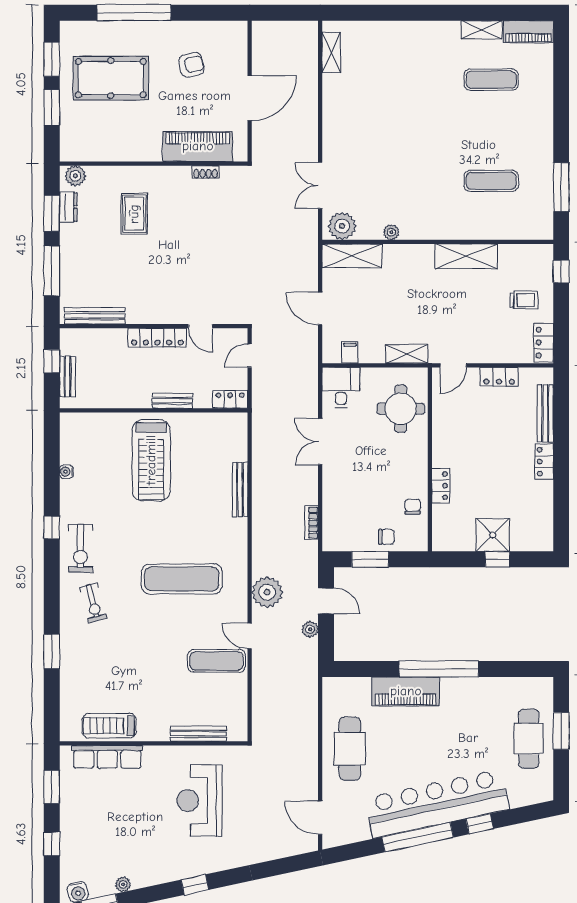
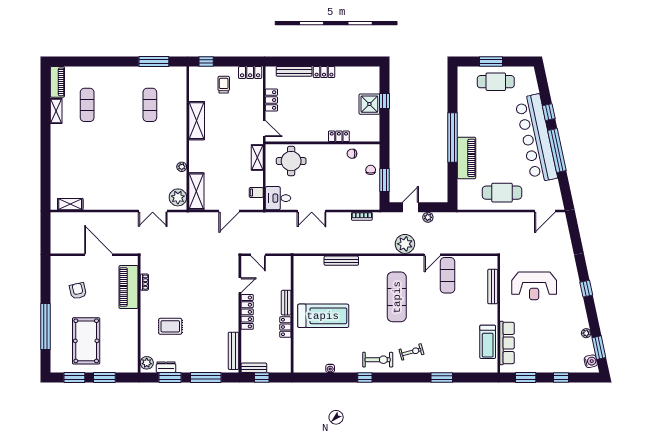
bench: (67, 376) -> (254, 368), moved
locker: (230, 400) -> (285, 327), moved

